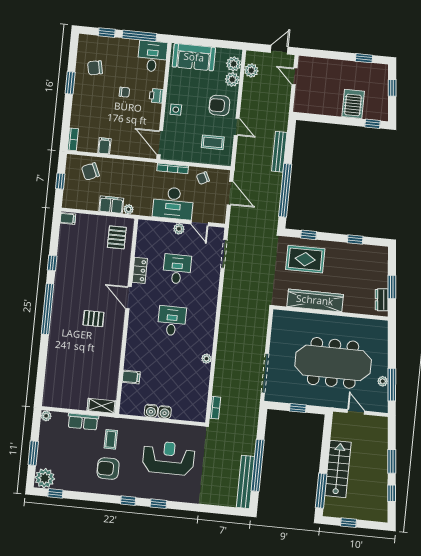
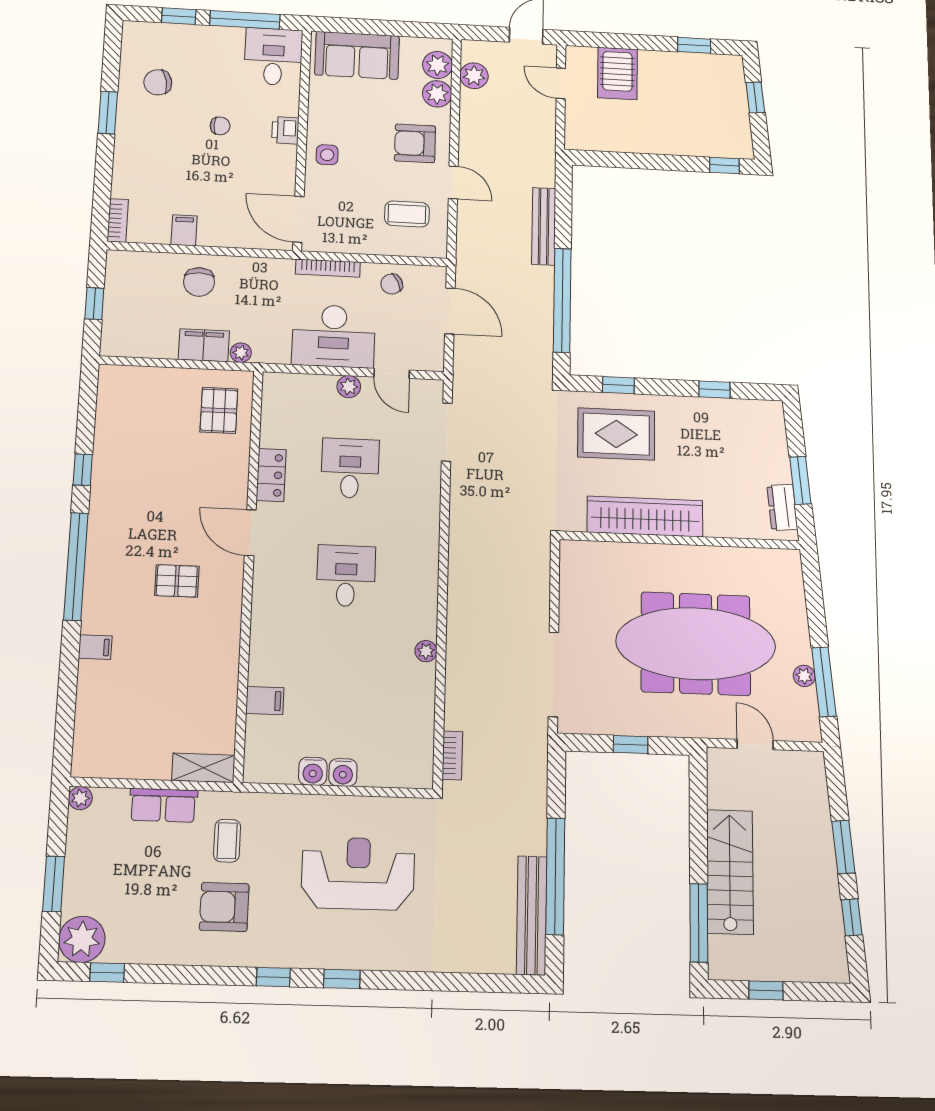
server rack: (353, 104) -> (617, 73), moved, turned 180
chair: (90, 171) -> (199, 282), moved, turned -66
filing cabinet: (68, 218) -> (95, 647), moved

